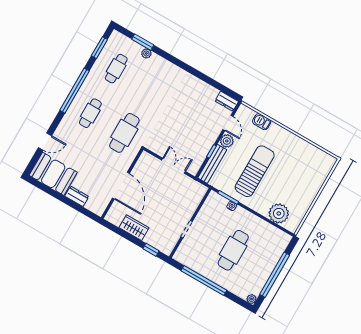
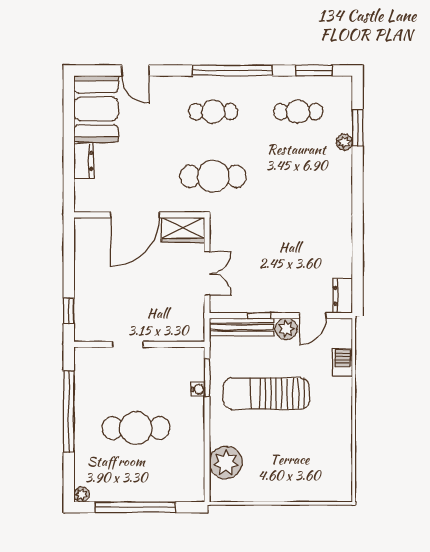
sun lounger: (255, 171) -> (266, 393), turned 180
wardrobe: (134, 228) -> (183, 230), moved, turned 90

